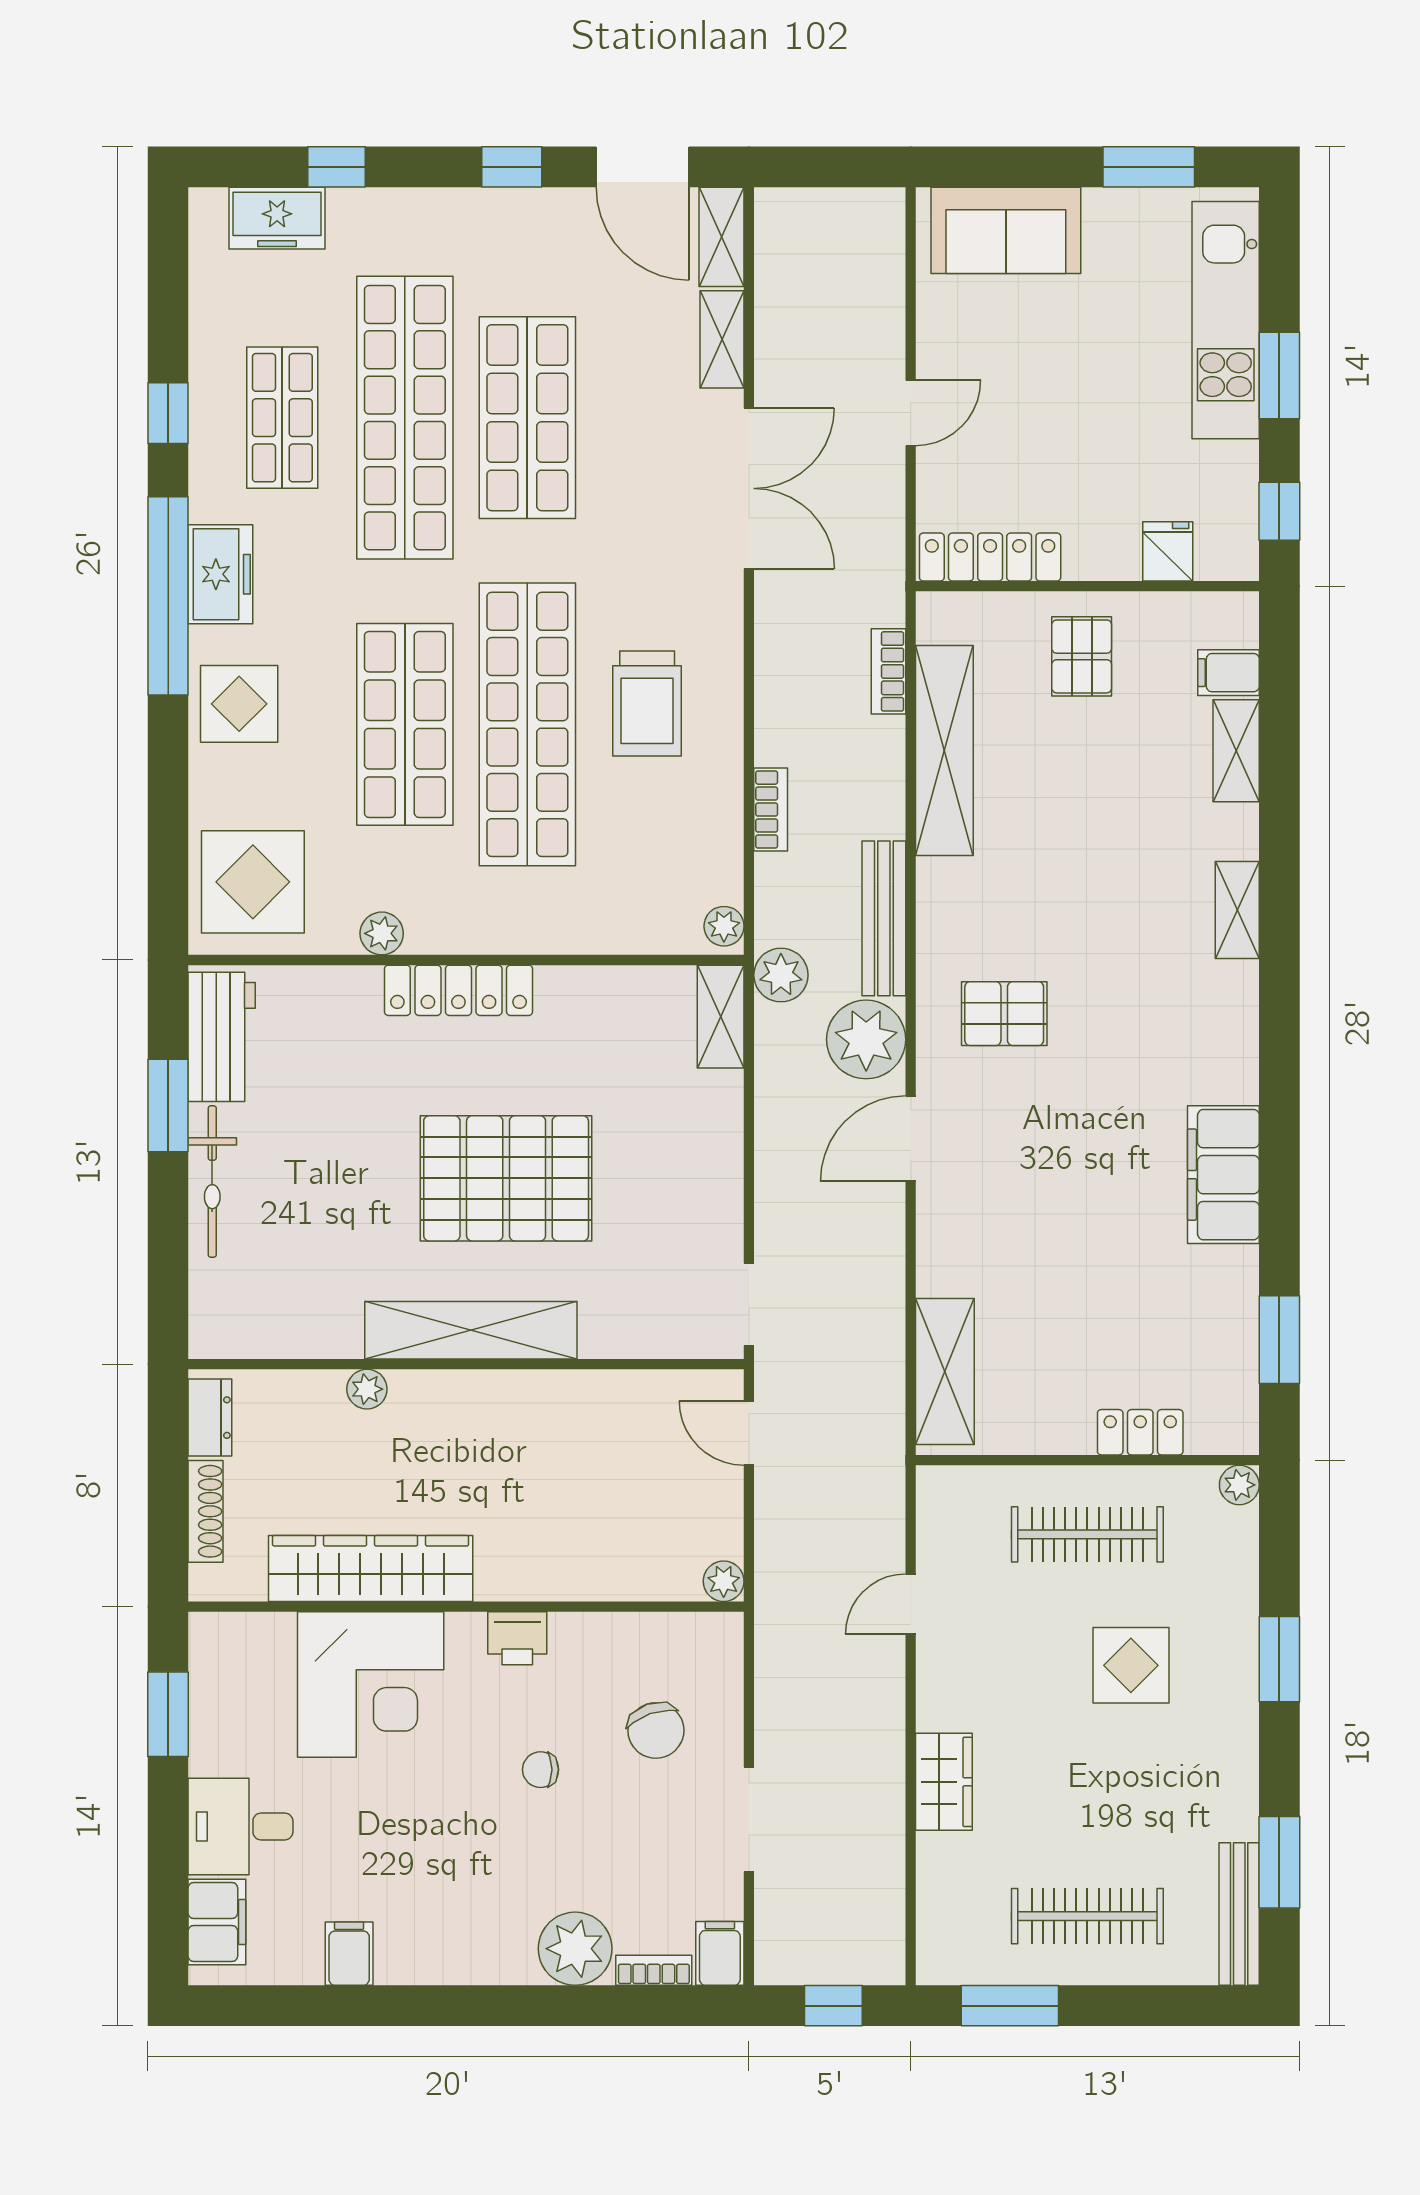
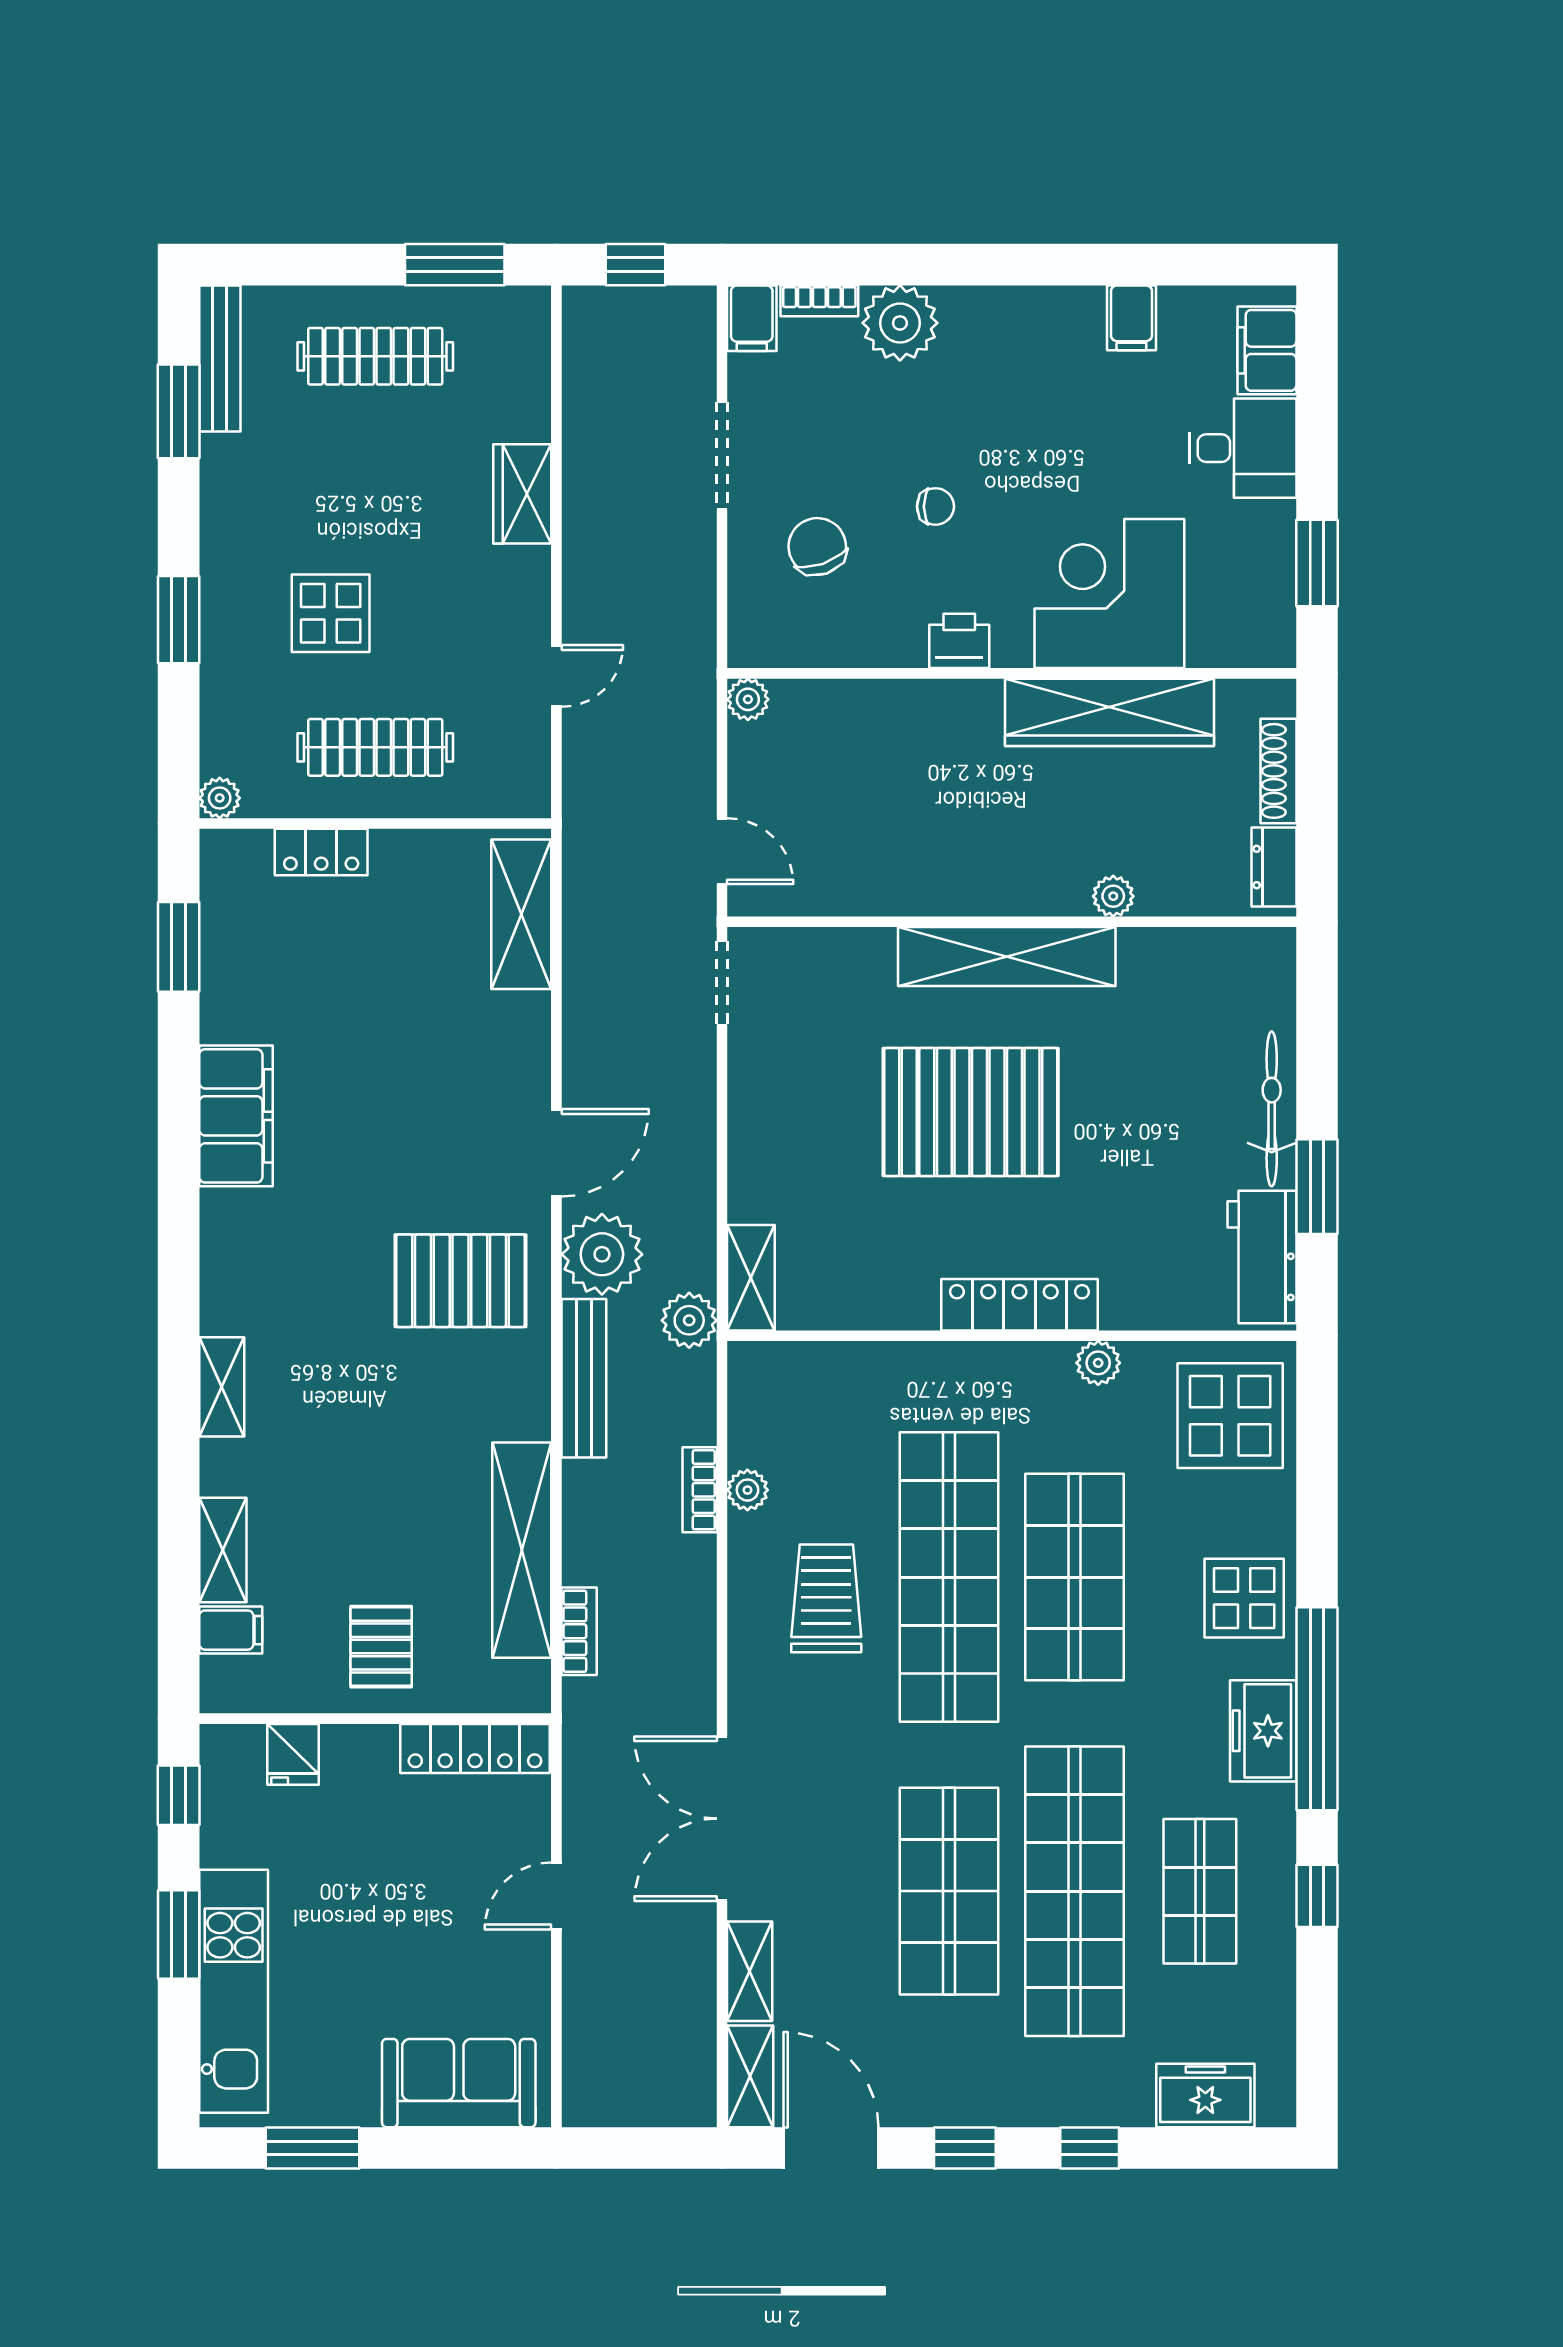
window: (337, 167) -> (1090, 2148), moved
plant: (724, 926) -> (747, 1490), moved
pallet: (1004, 1014) -> (460, 1281), width x1.50, depth x1.42

